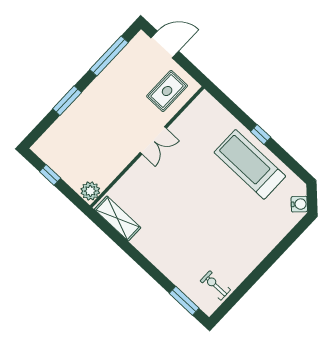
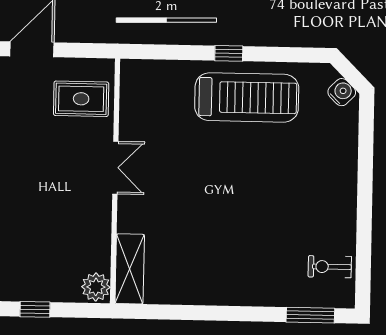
rug: (167, 91) -> (81, 99), turned 90
treadmill: (250, 164) -> (247, 97), turned 180
shelving: (118, 219) -> (130, 269), moved, turned 90

